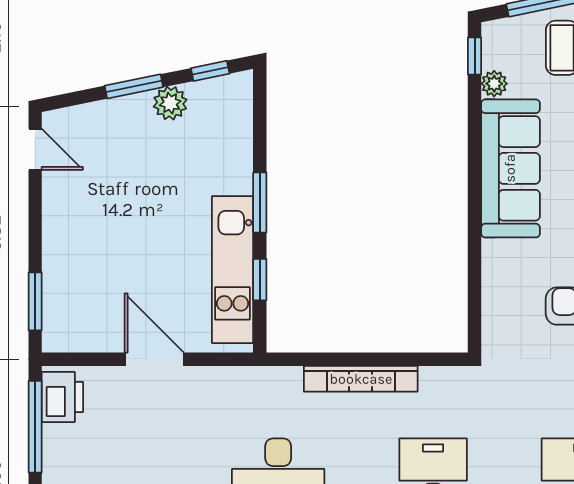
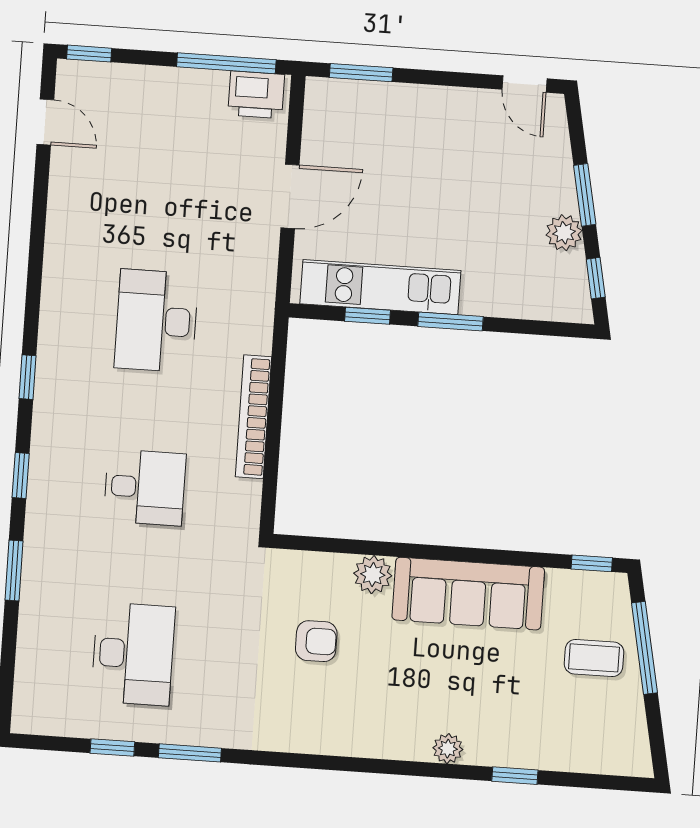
plant: (494, 84) -> (373, 575), moved, width x1.38, depth x1.38
door: (35, 149) -> (525, 84), hinge flipped

